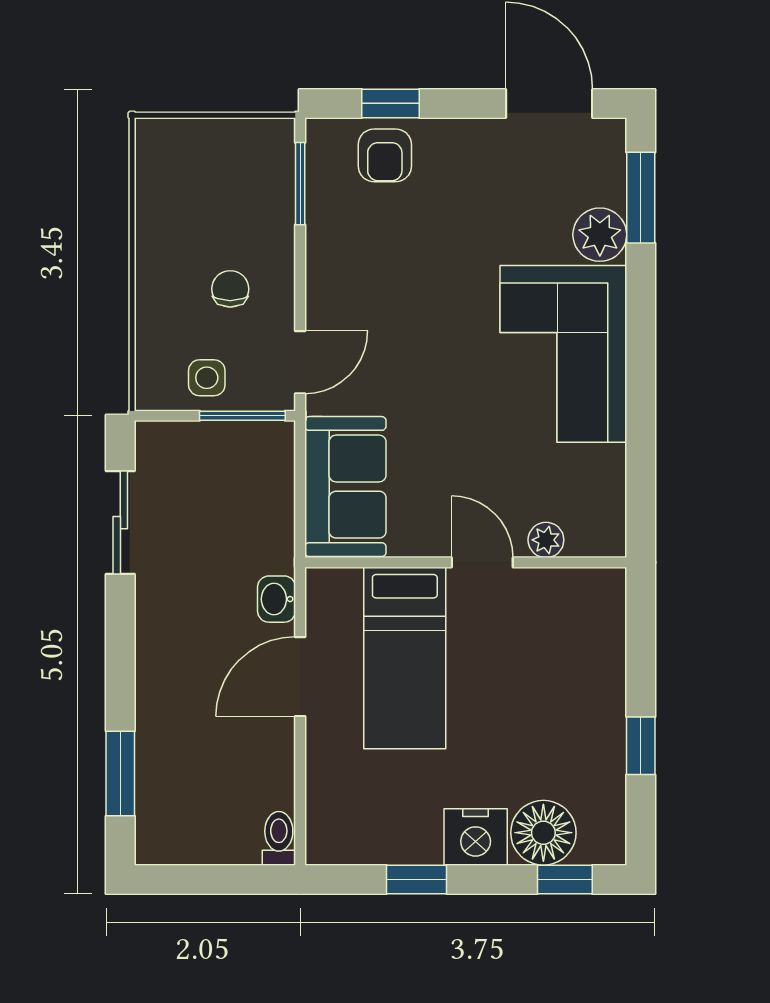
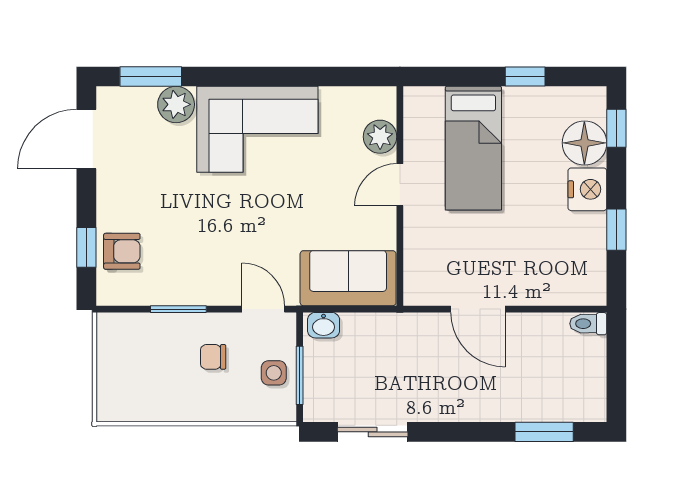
window: (300, 184) -> (178, 309), moved
window: (242, 416) -> (300, 375), moved
plant: (546, 540) -> (380, 137), width x1.38, depth x1.38
washbasin: (277, 599) -> (324, 325), moved
bed: (405, 658) -> (473, 148), moved, turned 90

